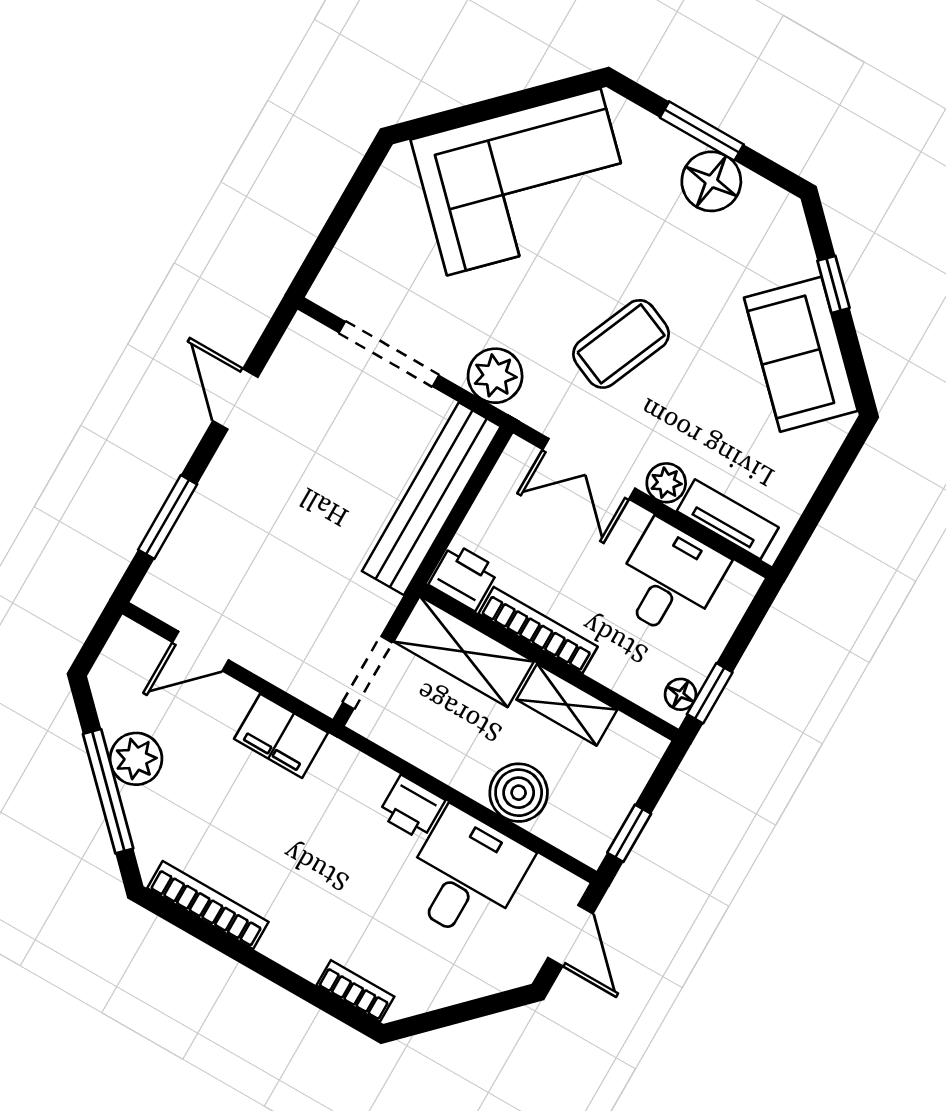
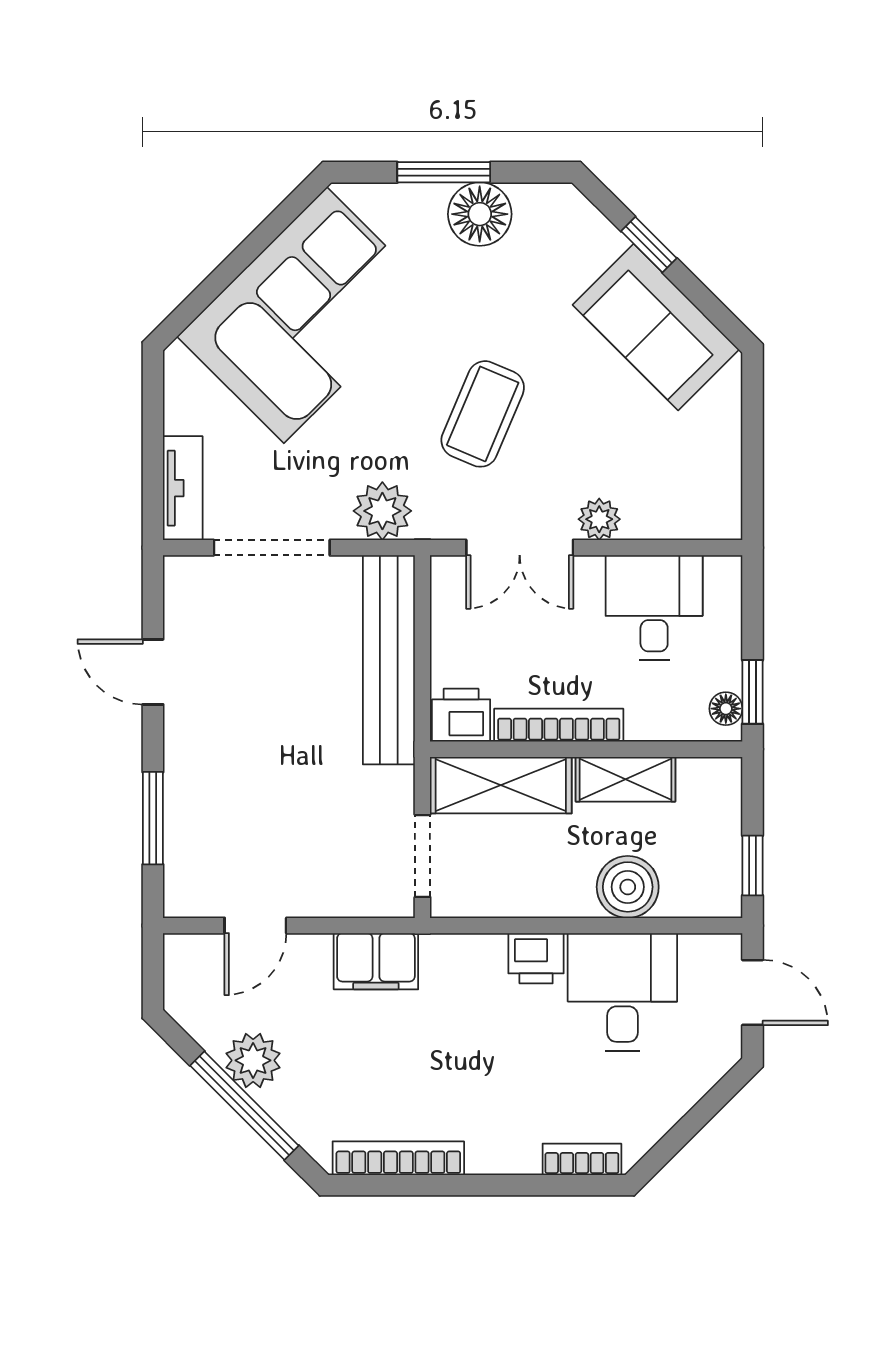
tv unit: (728, 519) -> (183, 488), moved, turned 90

